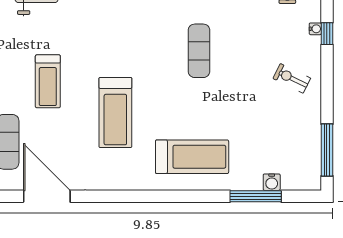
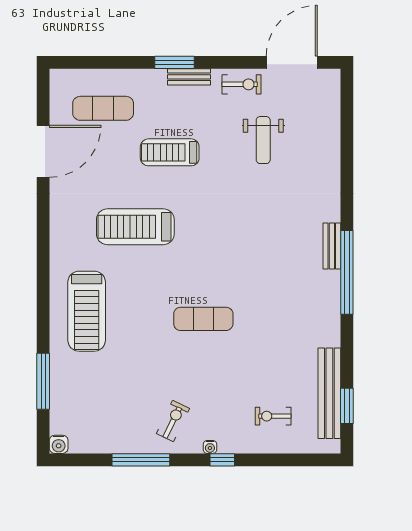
water cooler: (315, 29) -> (210, 447), moved
window: (327, 150) -> (141, 460), moved
water cooler: (272, 182) -> (59, 444), moved, turned -90

